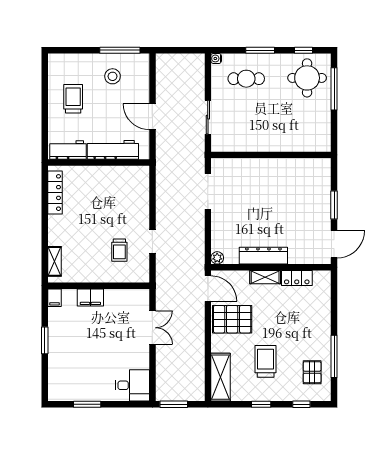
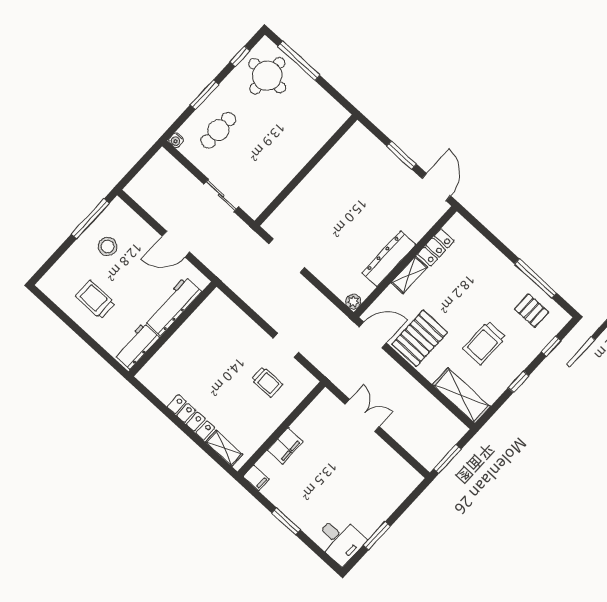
locker: (55, 193) -> (191, 417), moved
trolley: (266, 361) -> (484, 343), turned -90
desk: (132, 385) -> (340, 540), moved, turned 90

